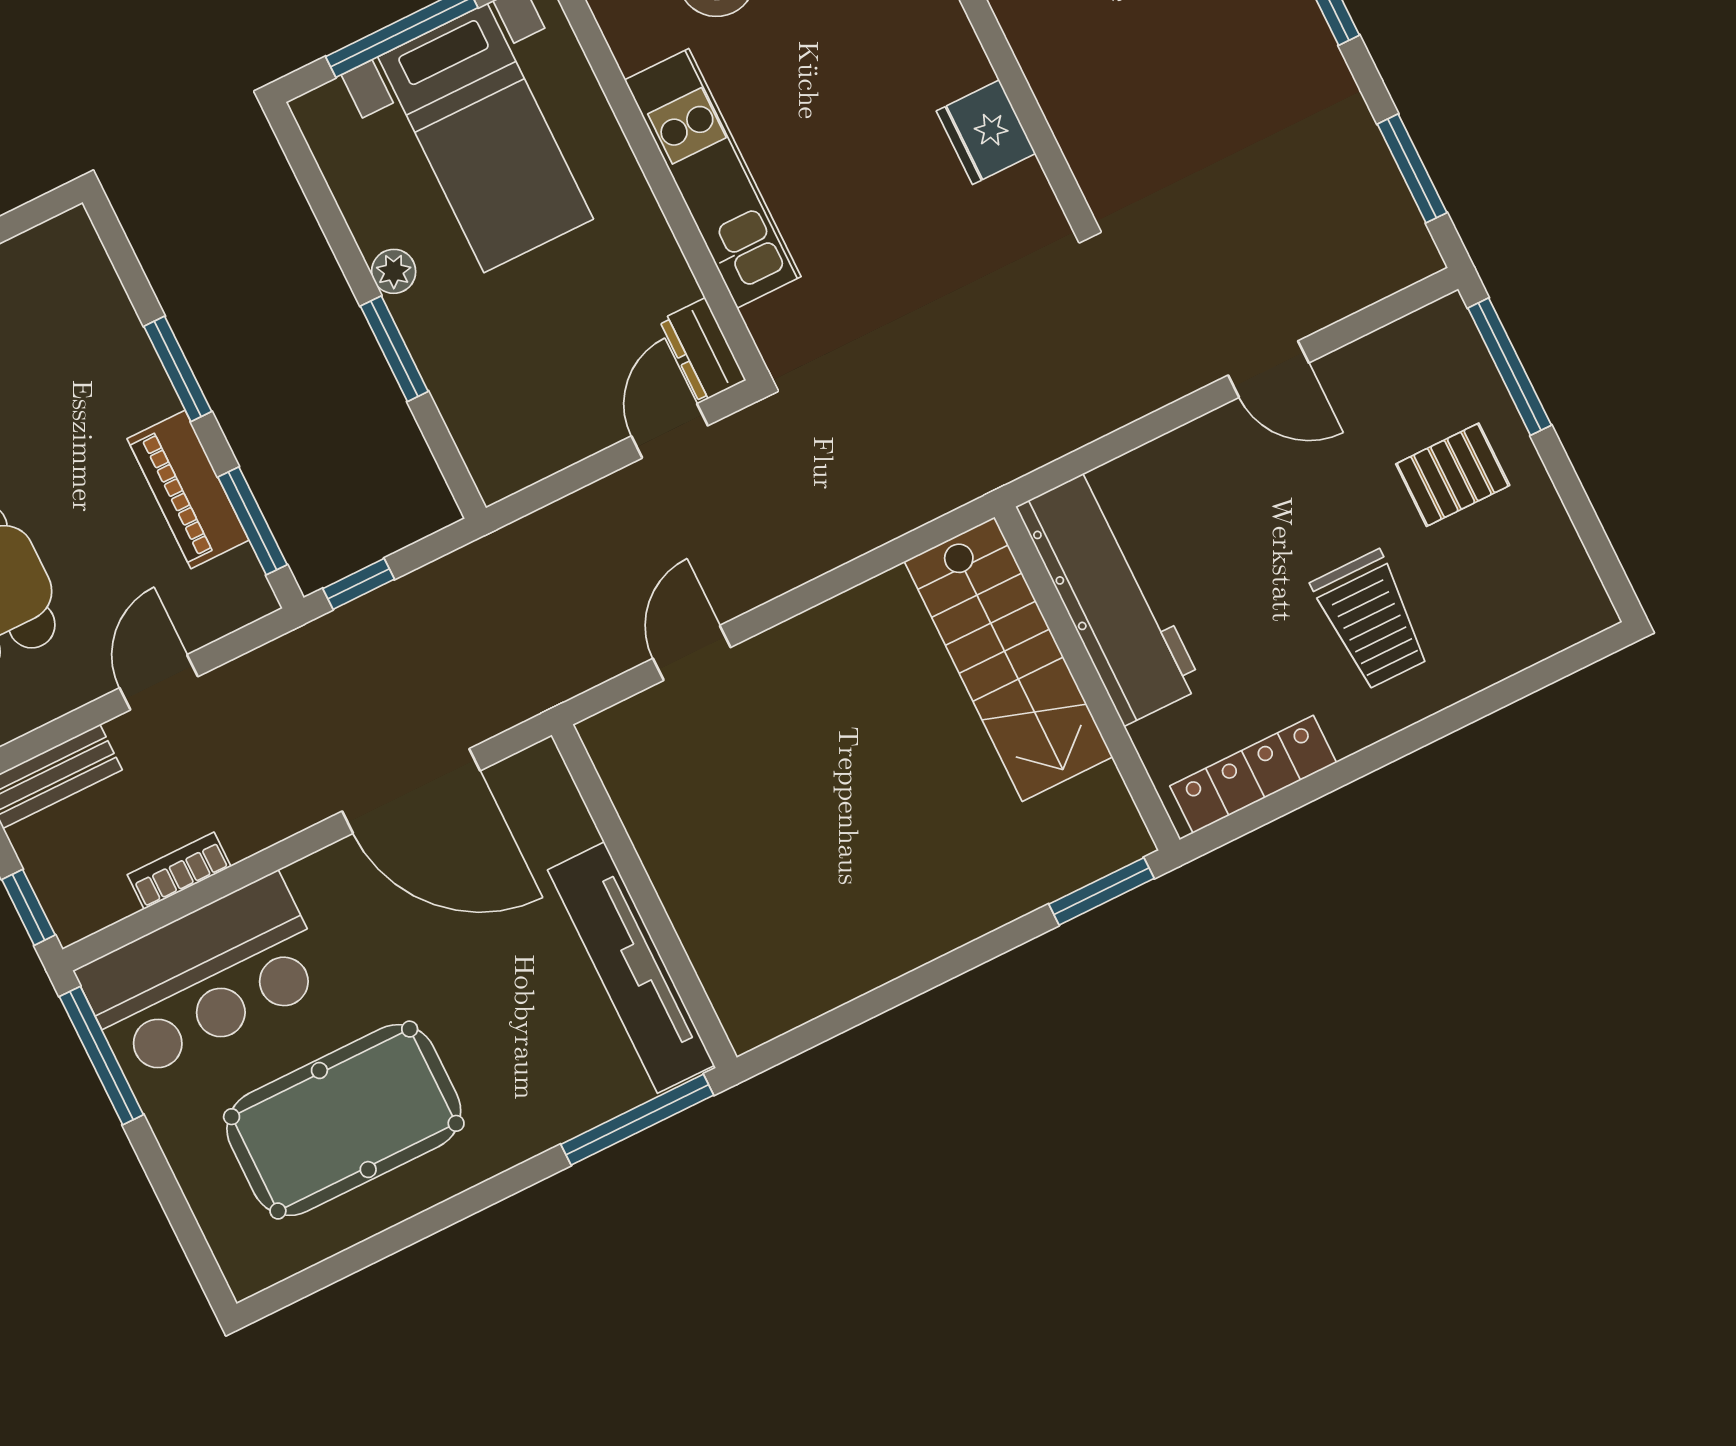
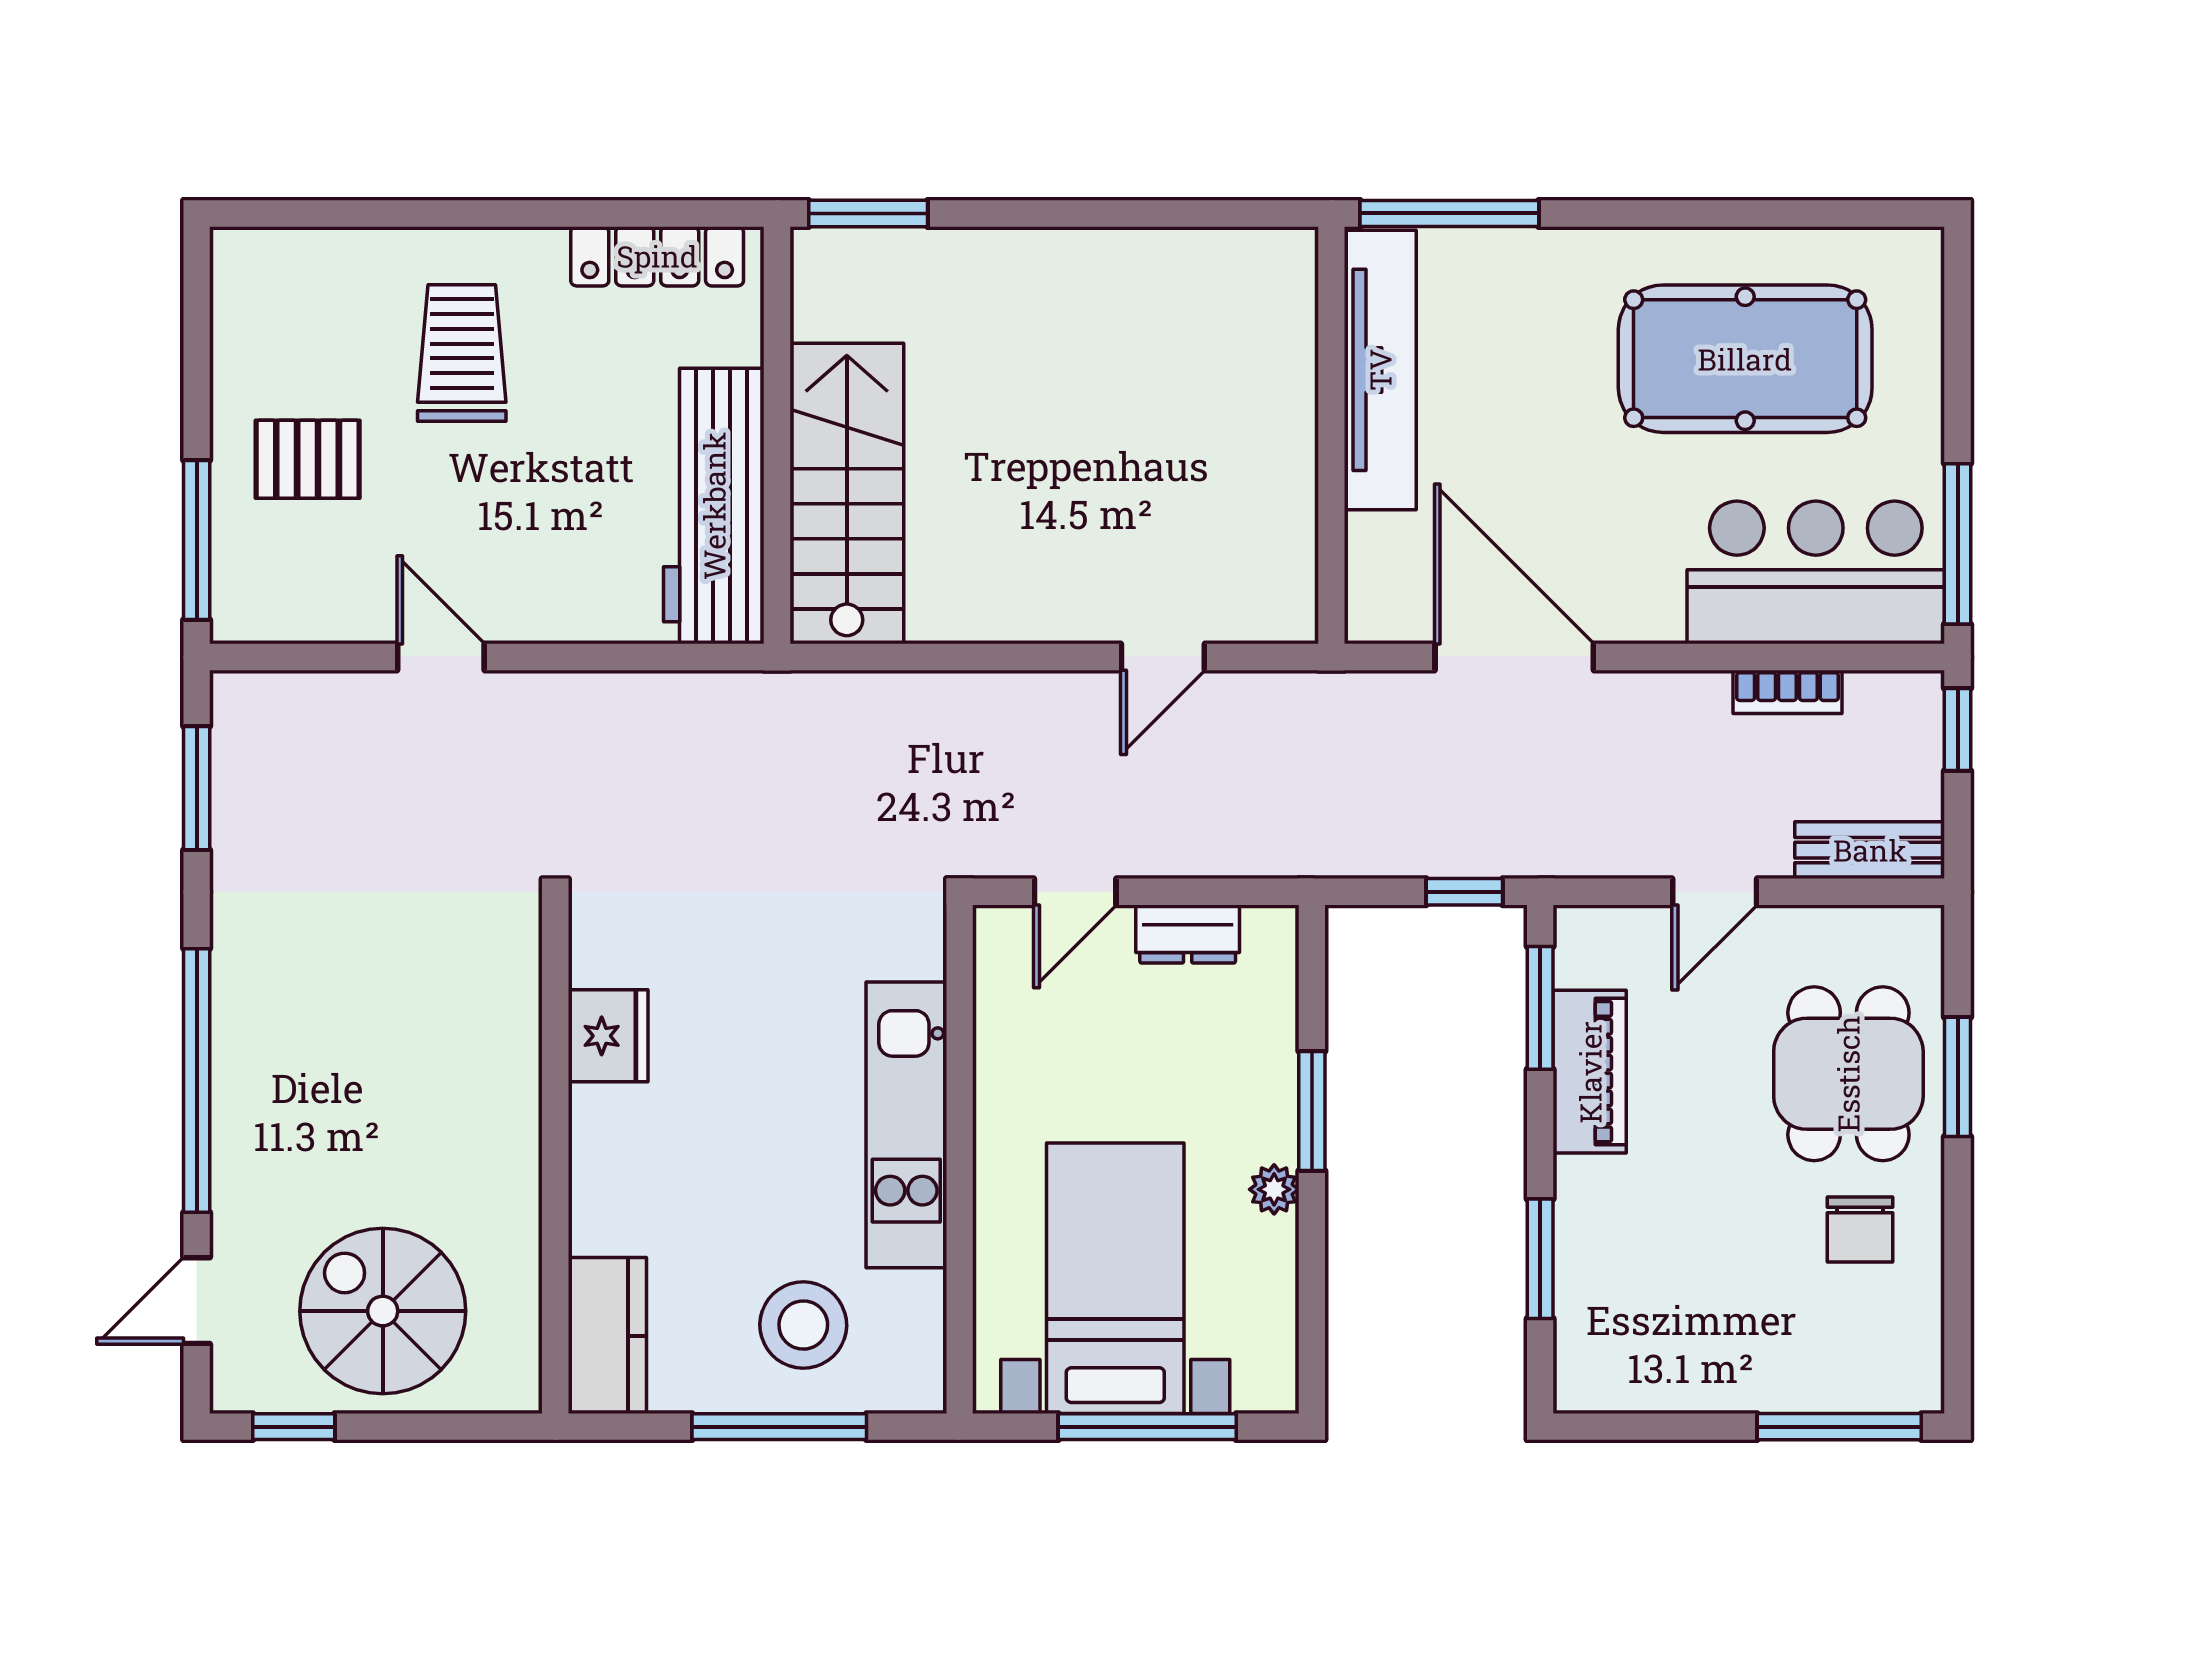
dresser: (703, 350) -> (1188, 934), moved, turned 90
window: (178, 369) -> (1540, 1259), moved

